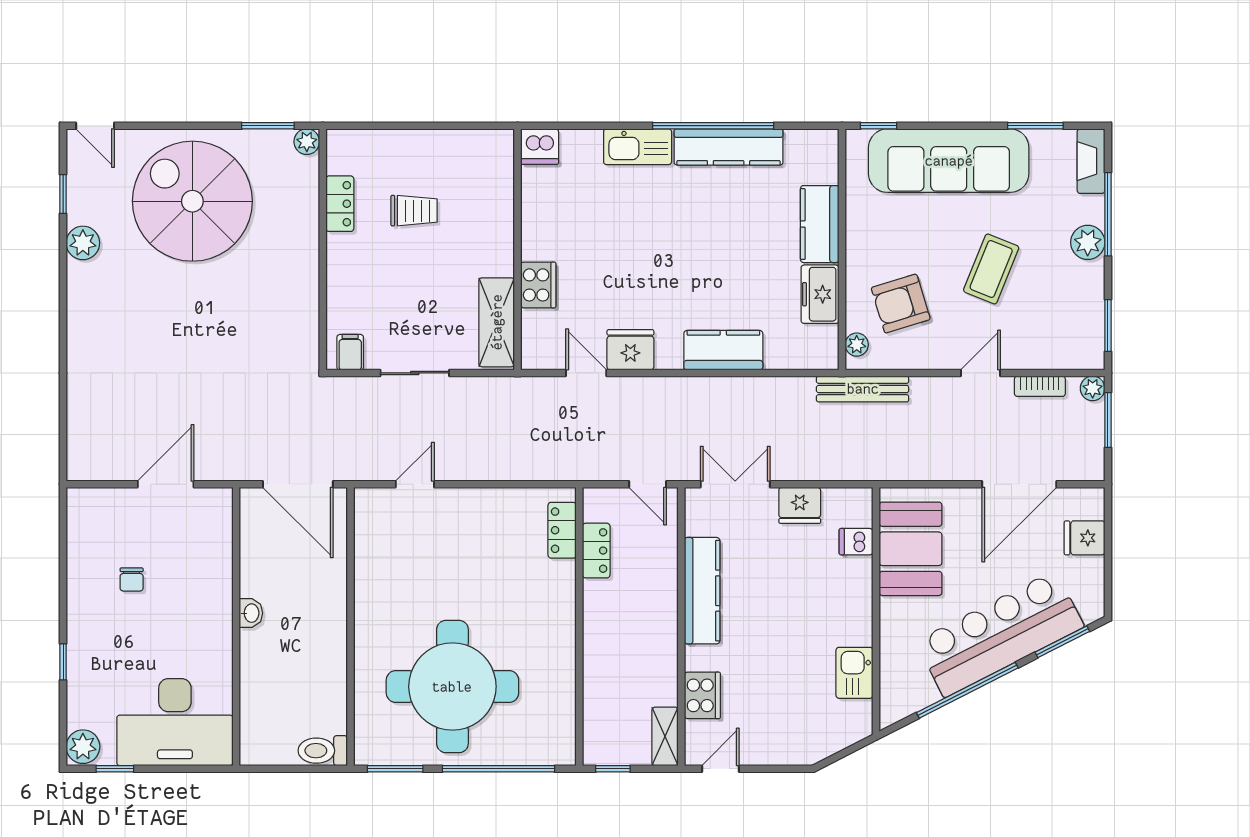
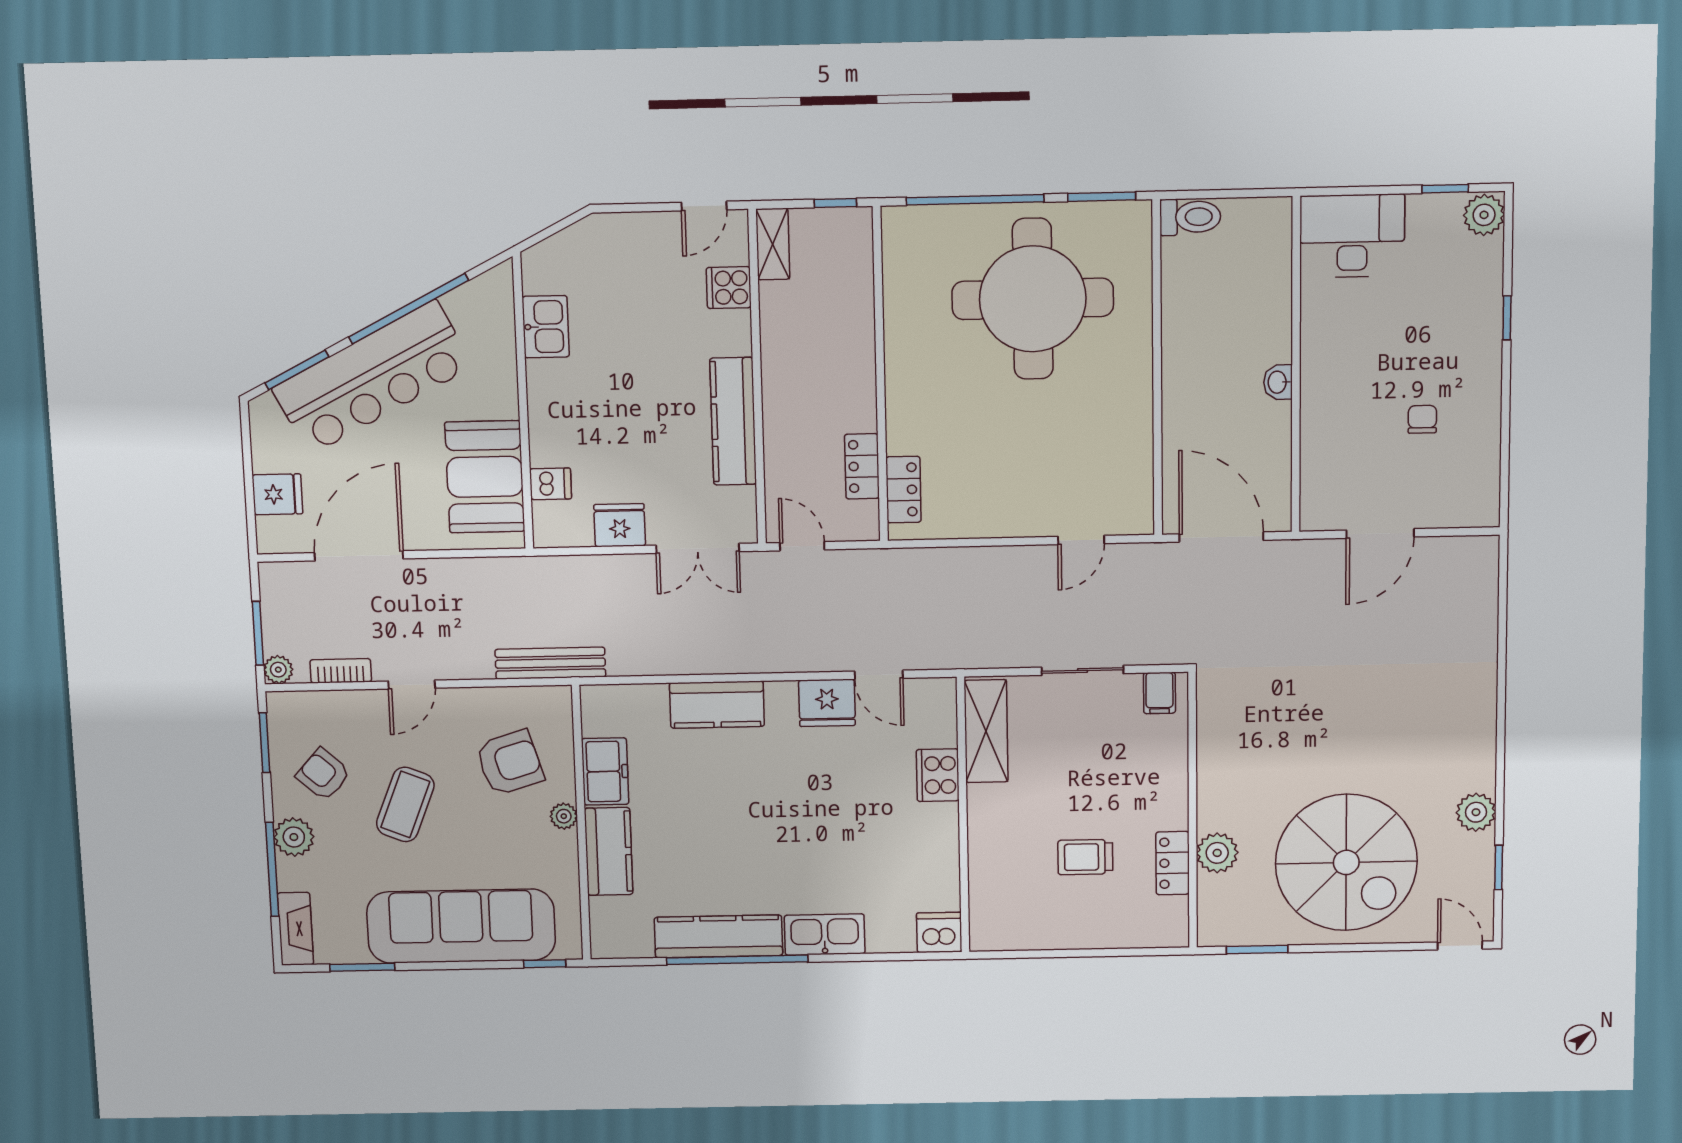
plant: (307, 142) -> (1217, 853), moved, width x1.38, depth x1.38
armchair: (1060, 297) -> (323, 774), added
plant: (857, 345) -> (564, 816), moved
cooker: (702, 695) -> (729, 288), width x0.73
desk: (175, 722) -> (1352, 236), width x0.73, depth x0.77

